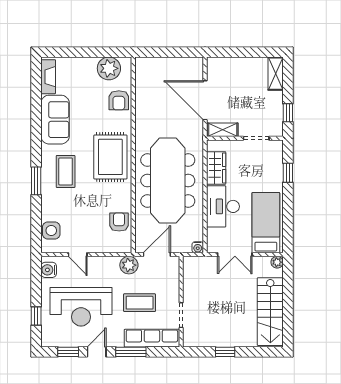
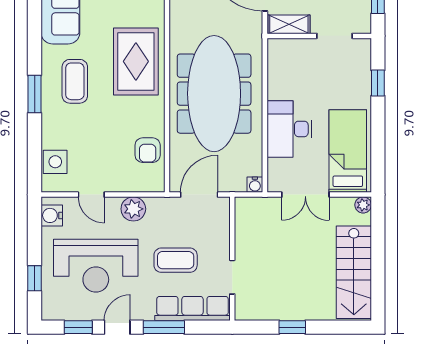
wardrobe: (216, 168) -> (280, 77), removed
armchair: (119, 222) -> (148, 150), turned 180
plant: (129, 265) -> (133, 209), moved

